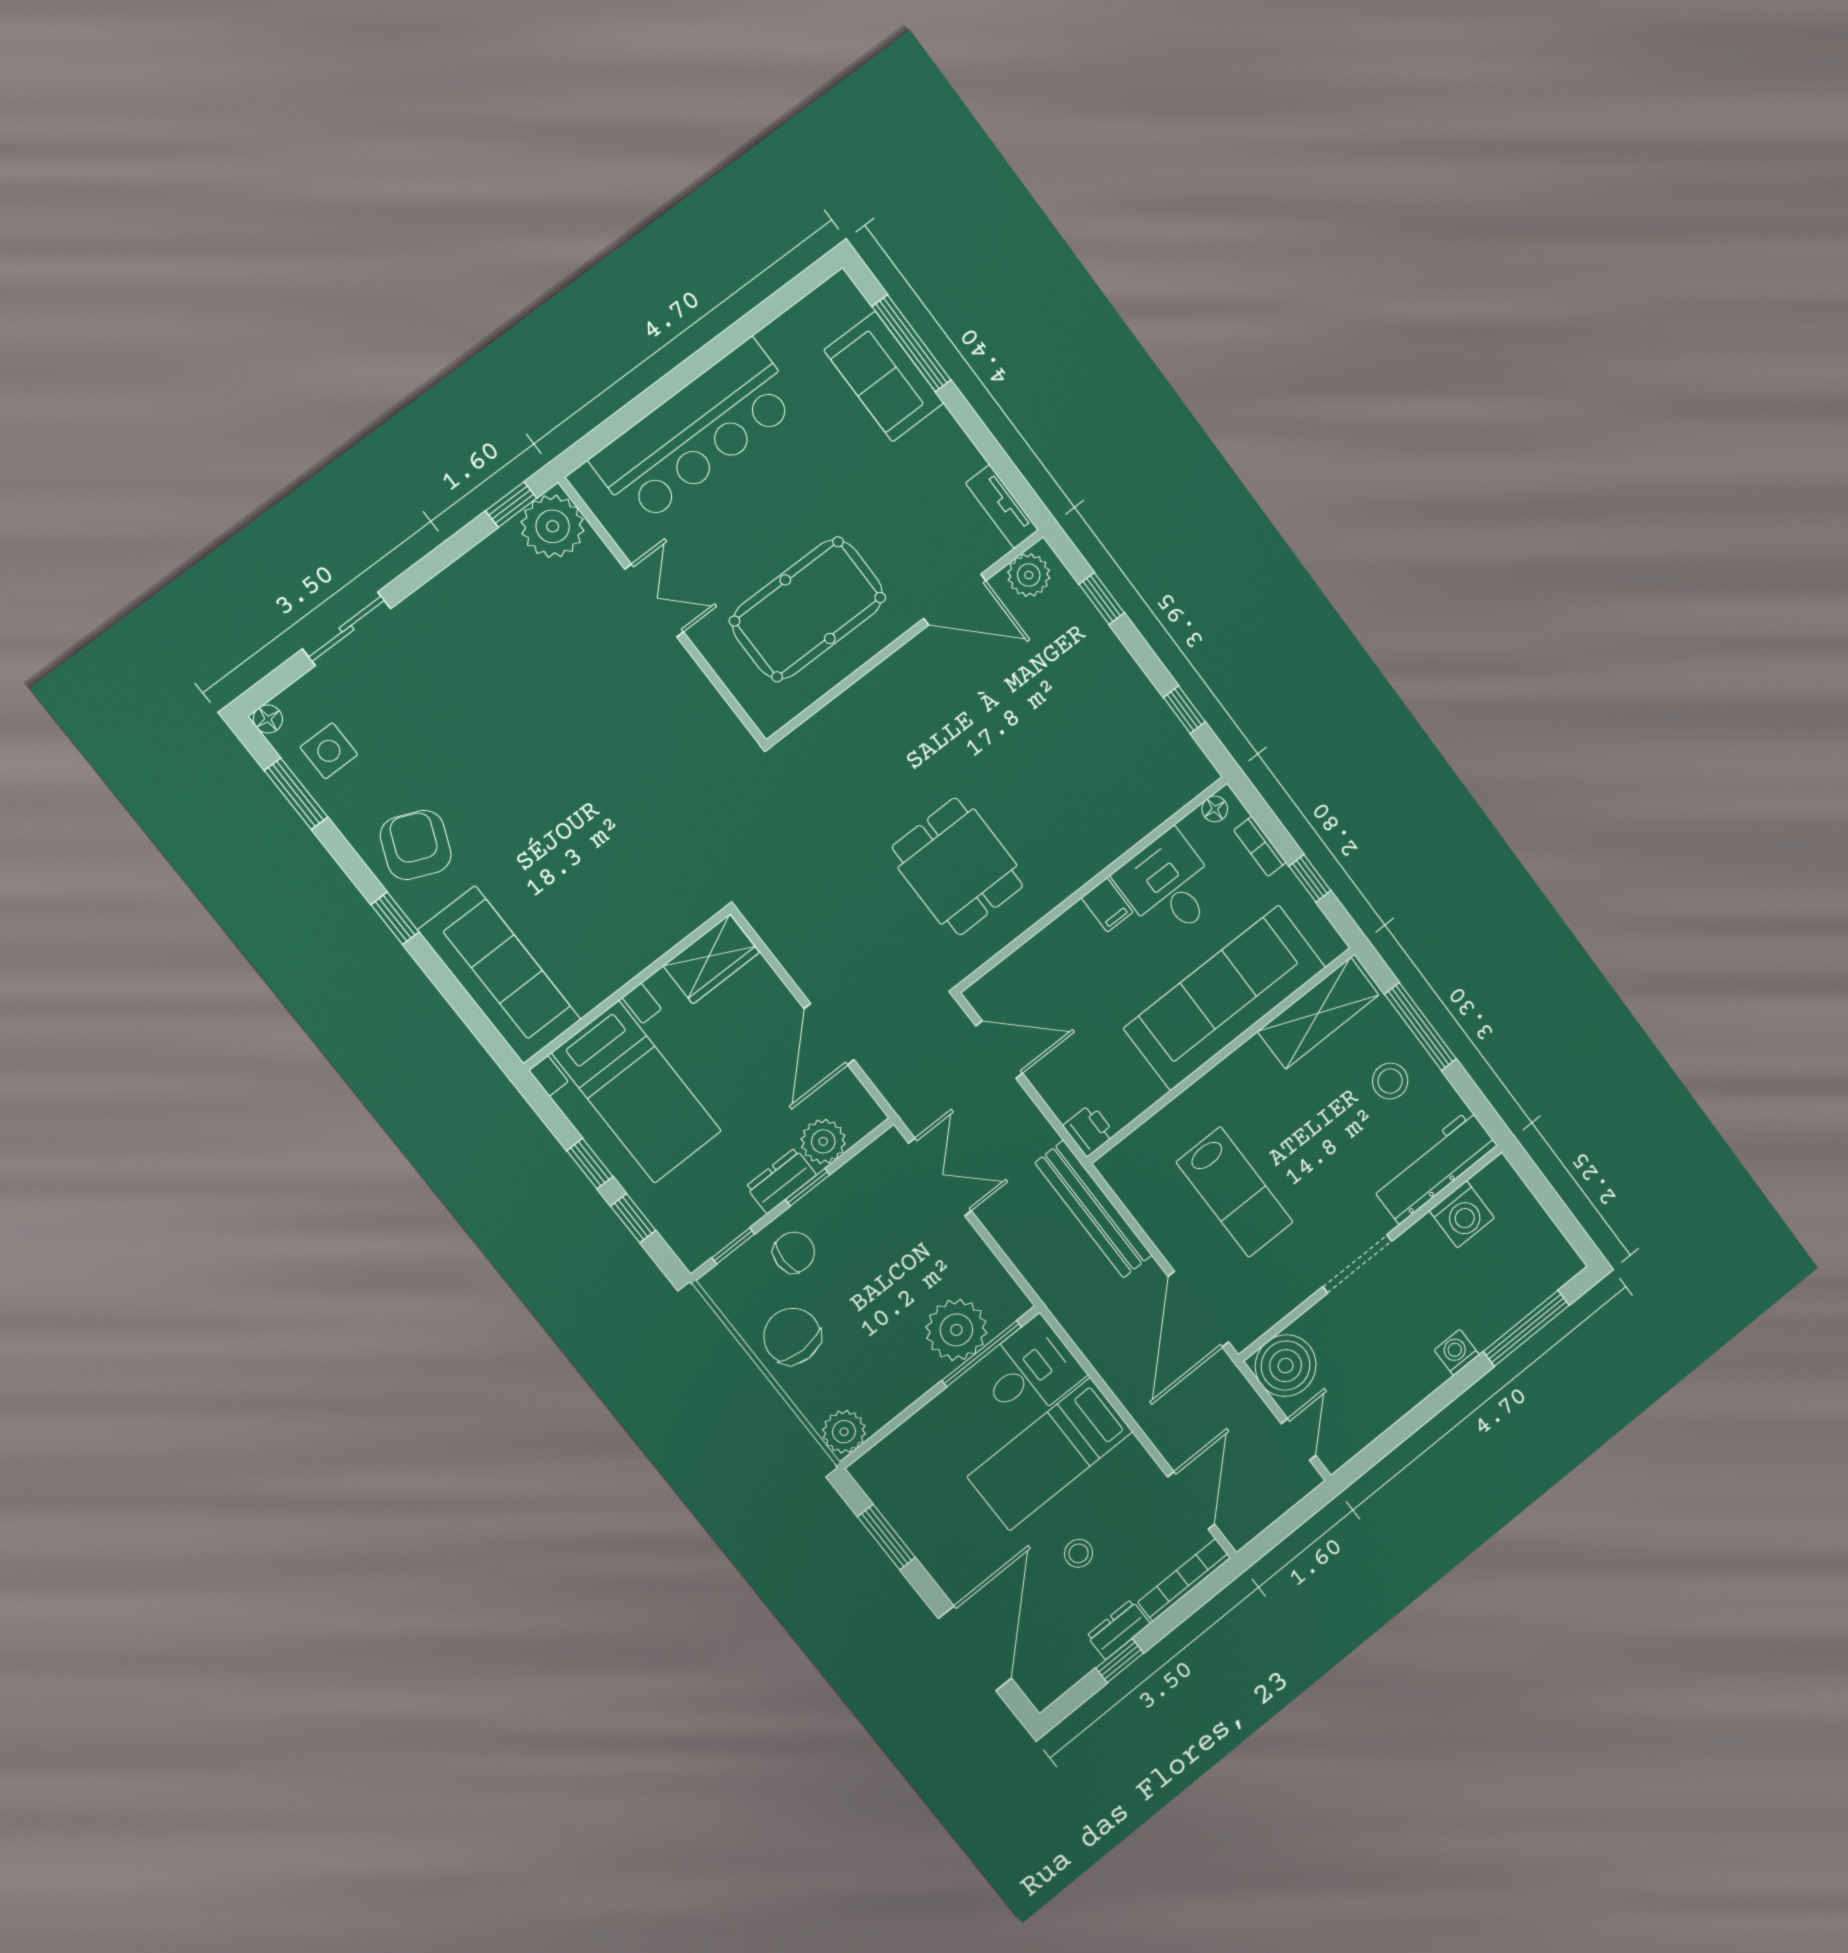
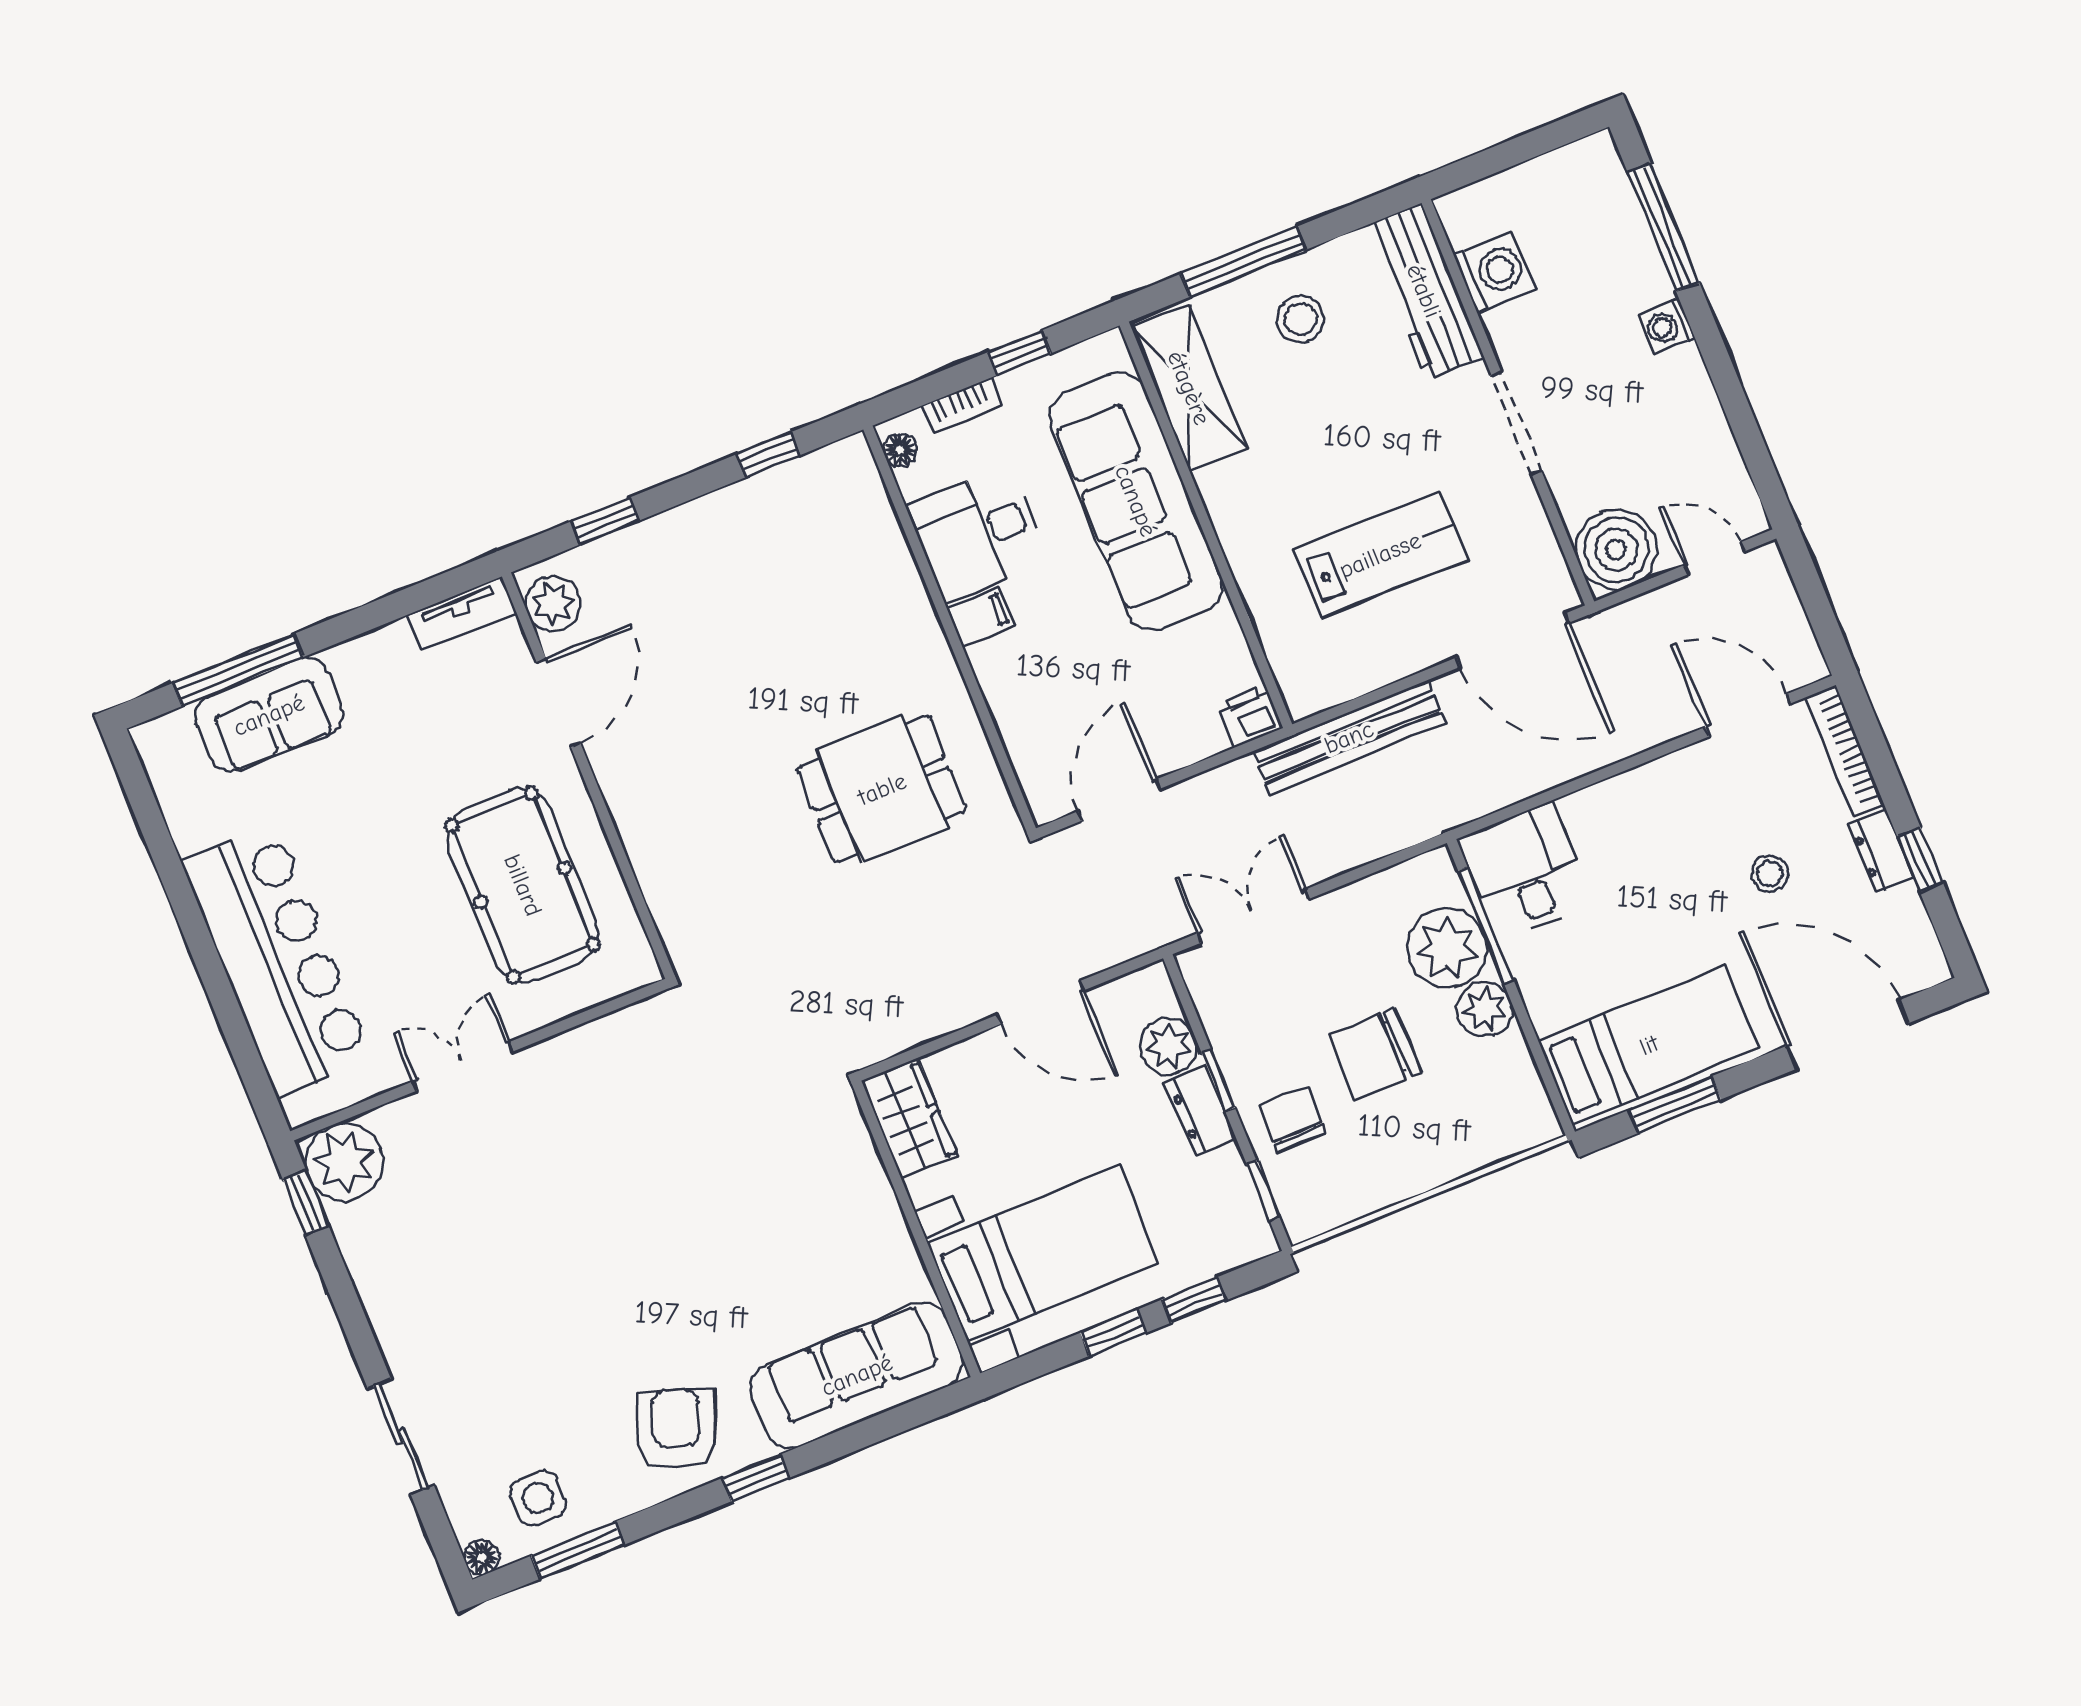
armchair: (416, 845) -> (676, 1429), turned 88
chair: (792, 1336) -> (1375, 1054), moved
plant: (844, 1432) -> (1485, 1009), moved
bed: (1050, 1454) -> (1649, 1045), moved, turned -90

